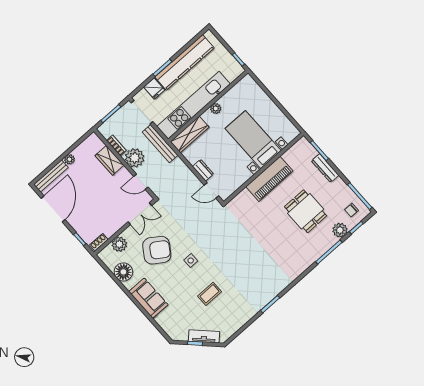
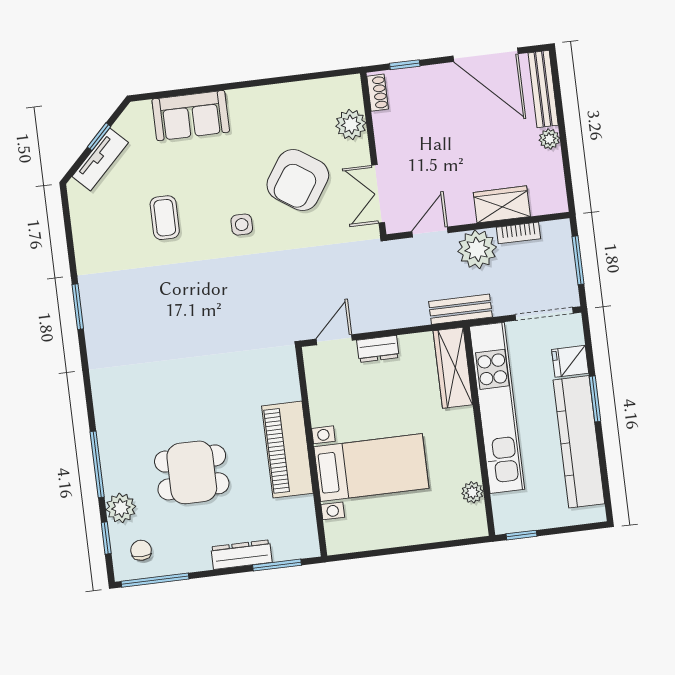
plant: (216, 108) -> (472, 492), moved
bench: (160, 144) -> (460, 309), width x0.73
floor lamp: (123, 272) -> (300, 99), removed
sofa: (148, 298) -> (191, 116), moved

